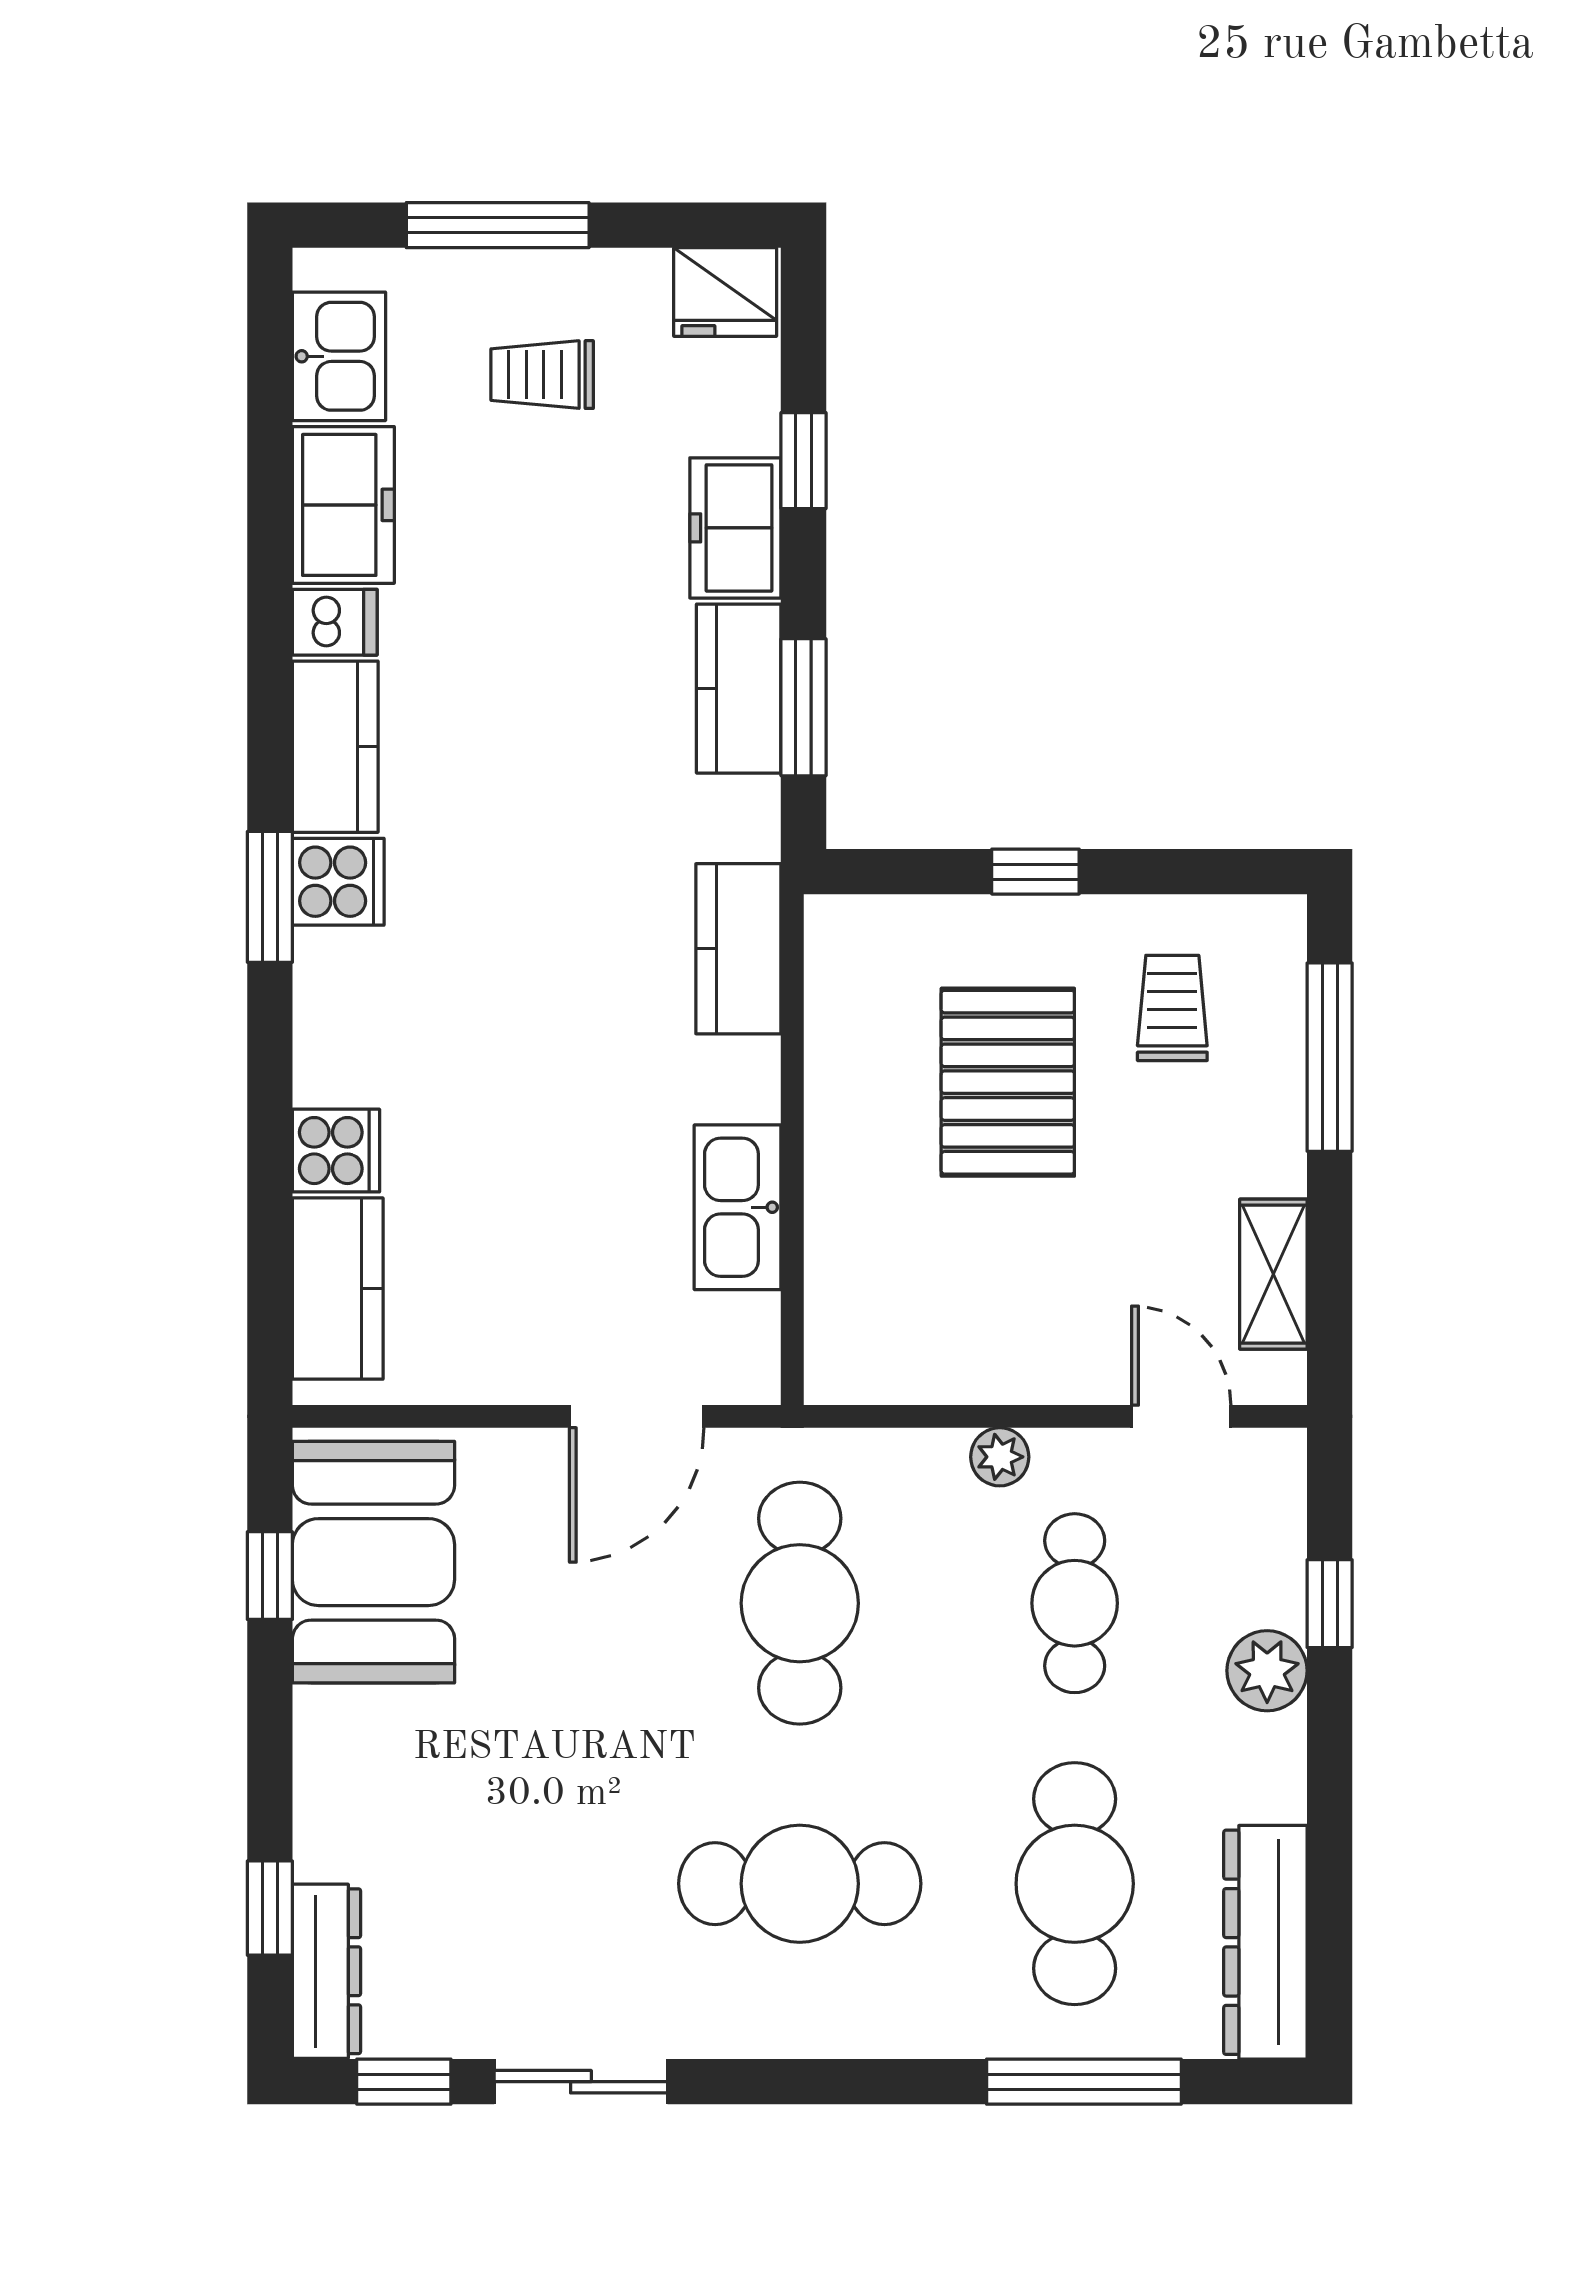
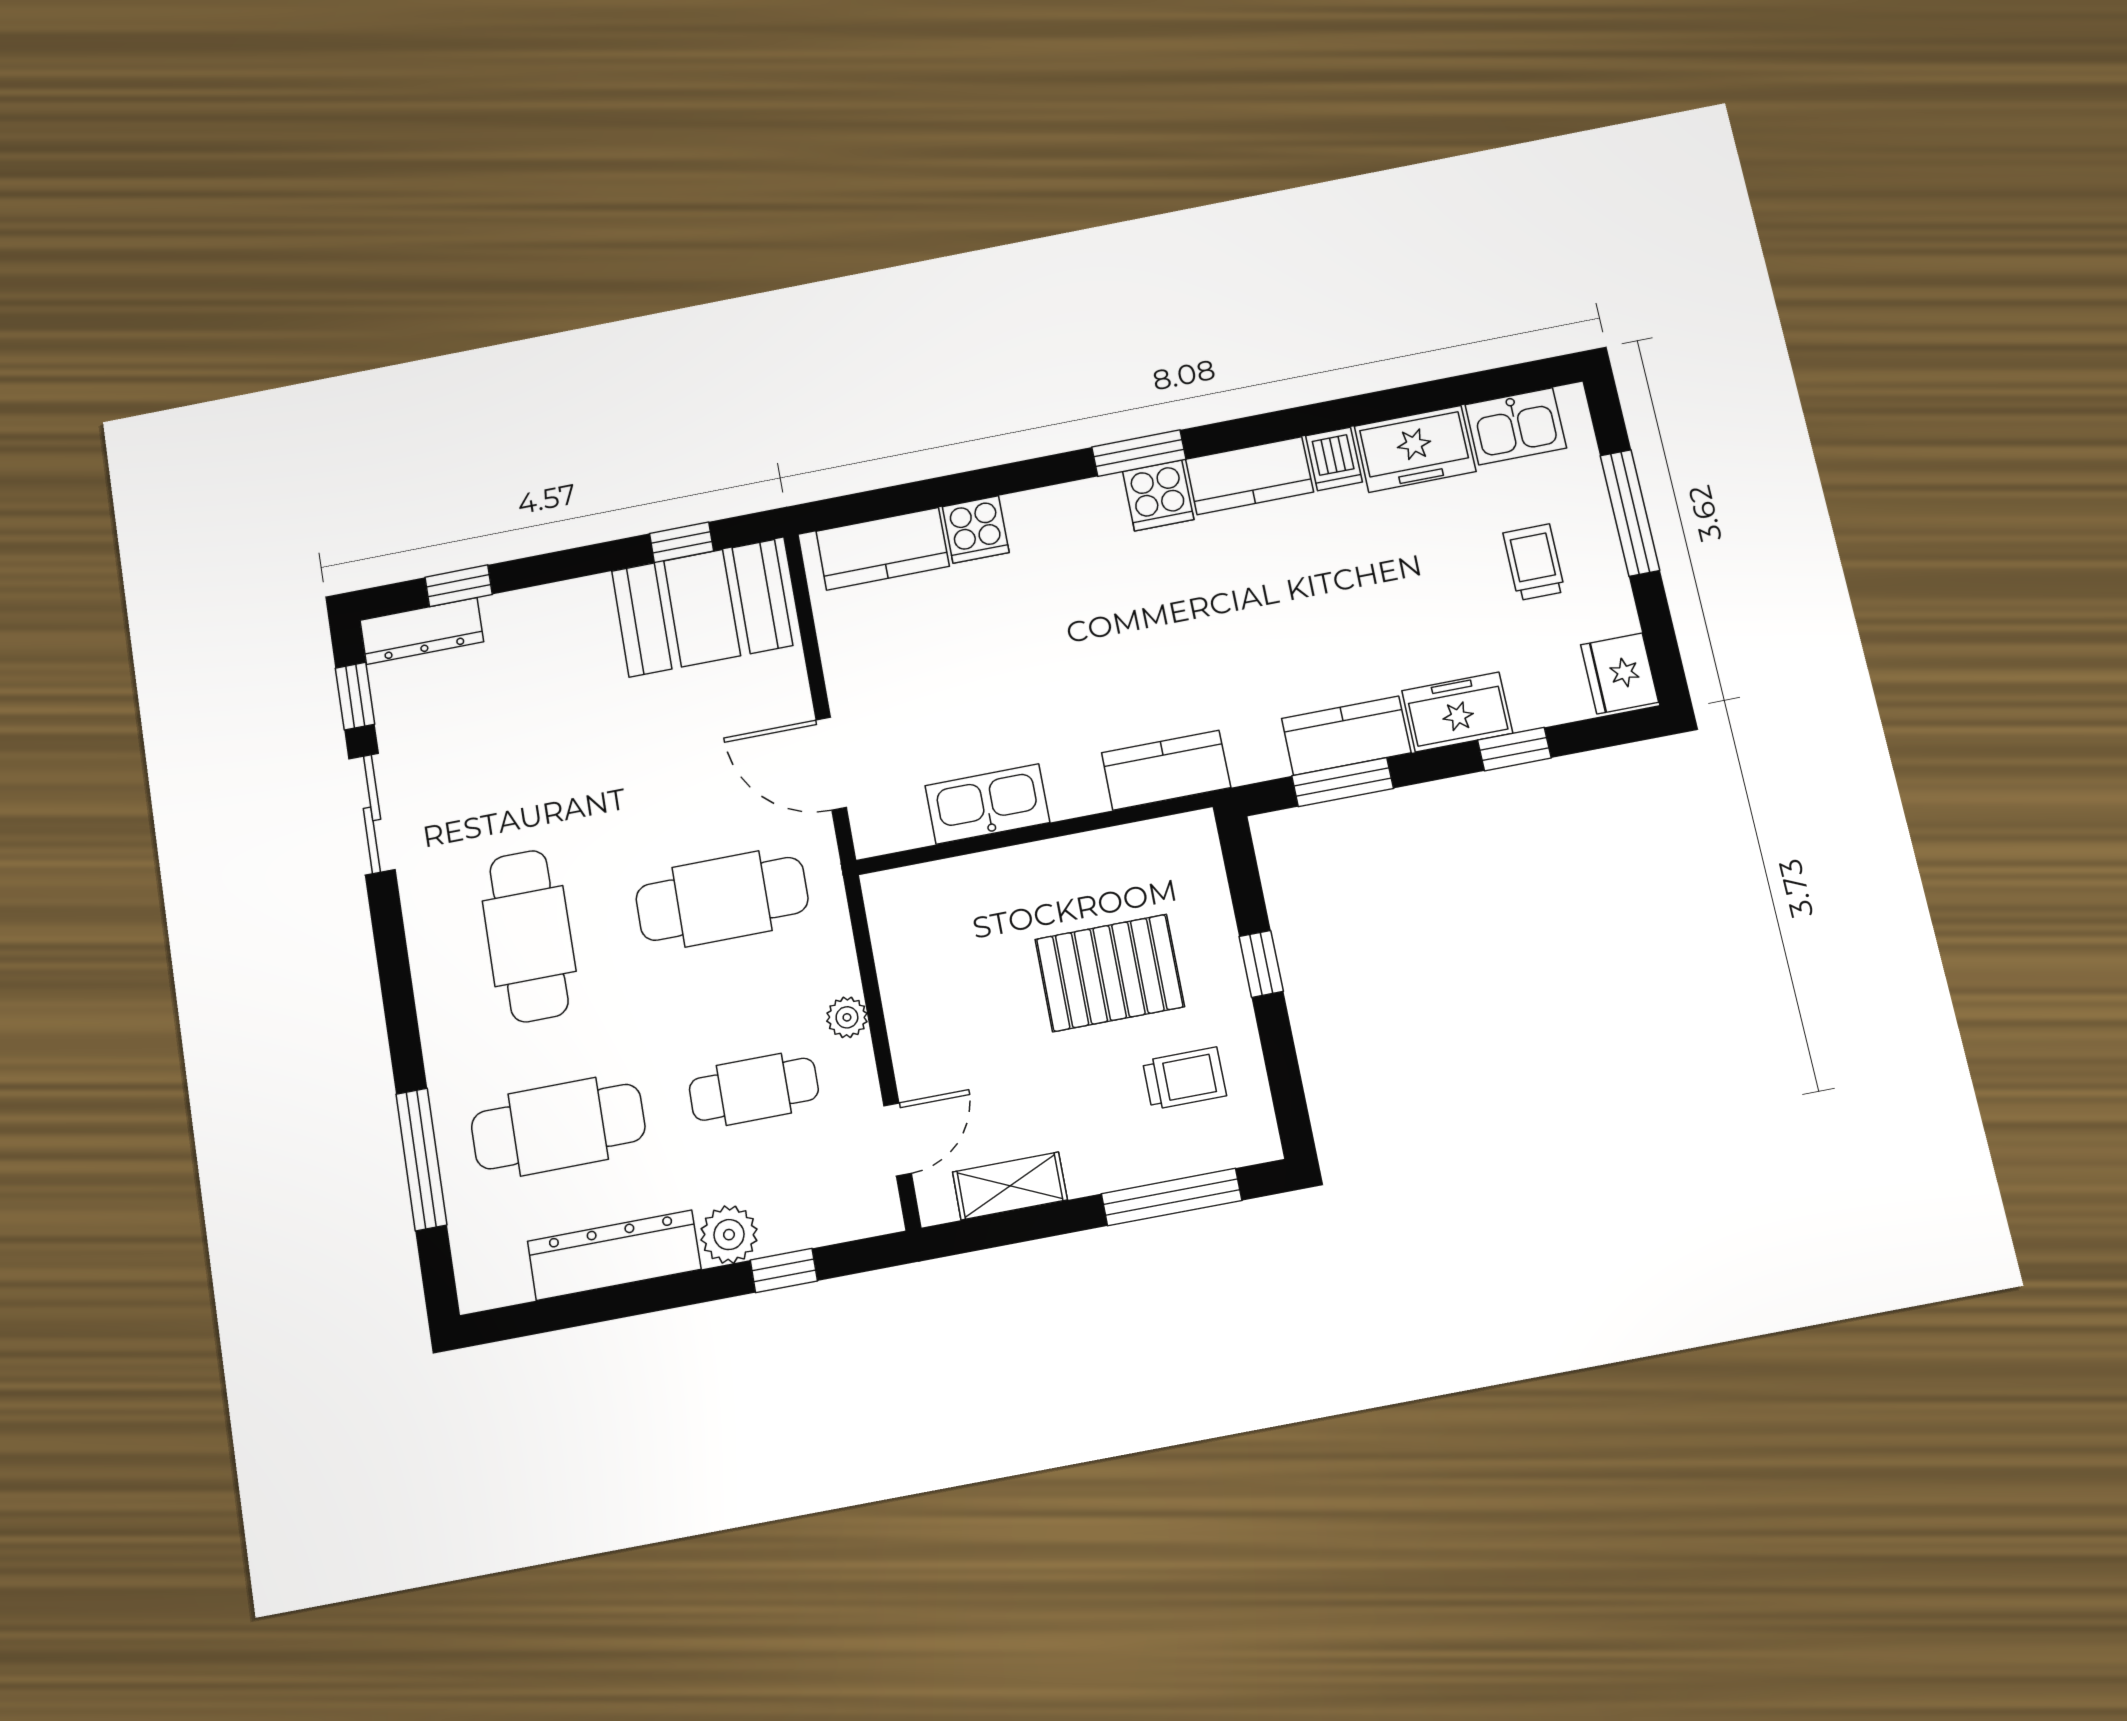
dresser: (1265, 1942) -> (614, 1255), moved

